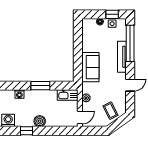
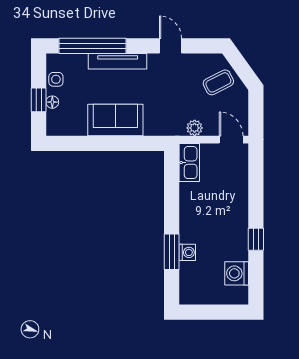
window: (112, 14) -> (39, 100), moved
sofa: (90, 67) -> (115, 120), moved
window: (40, 86) -> (172, 252), moved
boiler: (40, 121) -> (238, 215), removed

